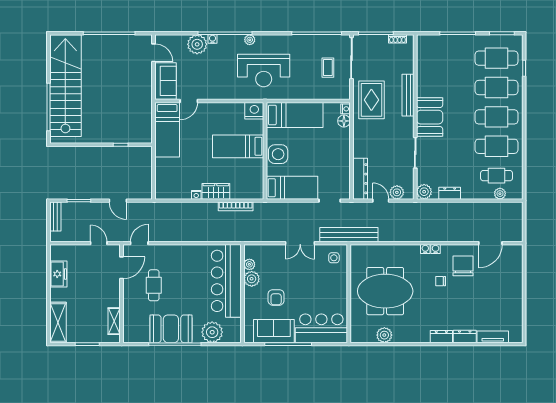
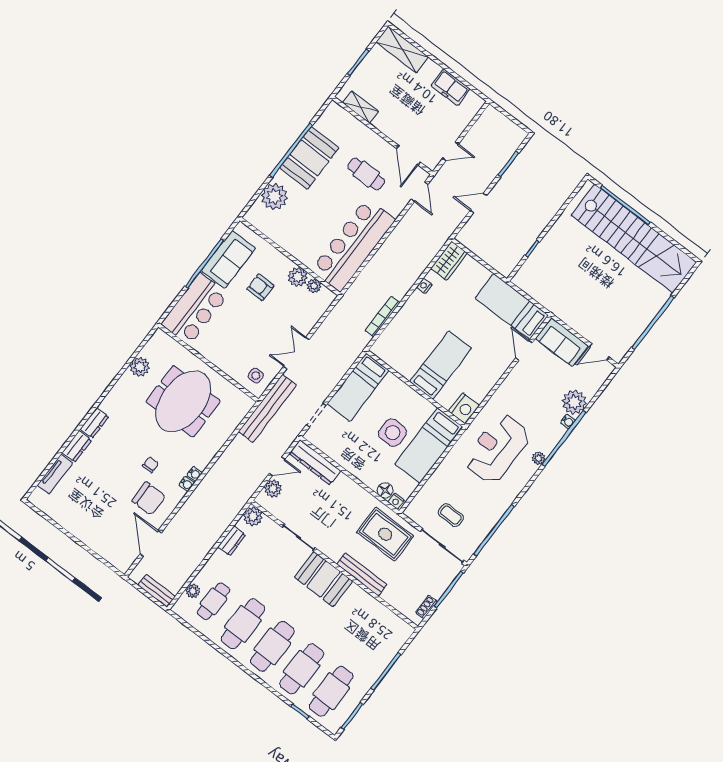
side table: (278, 154) -> (393, 433), moved
wardrobe: (216, 191) -> (449, 261), moved
bench: (55, 217) -> (157, 591), moved
bar counter: (226, 281) -> (353, 245), moved, turned -90

